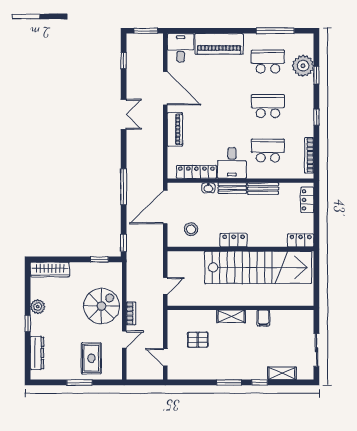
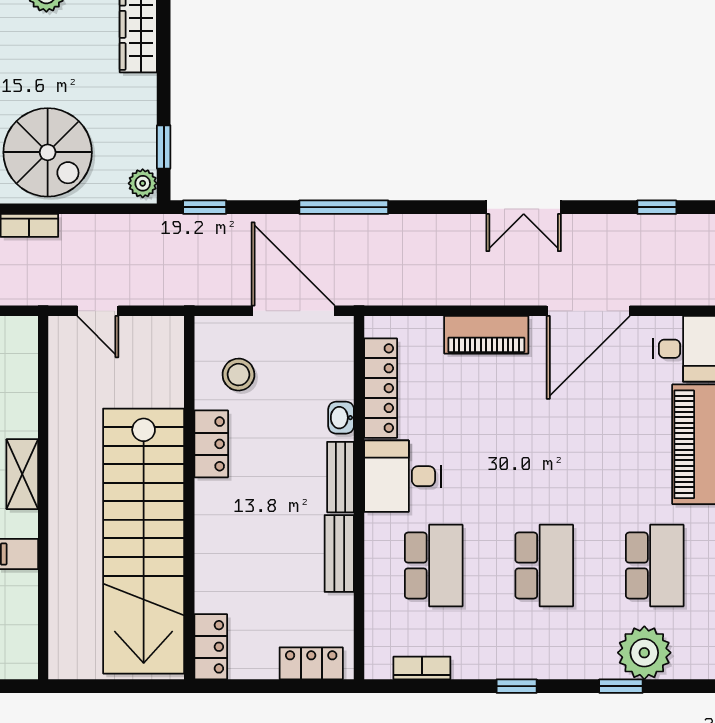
bookcase: (309, 155) -> (422, 668), width x0.64
locker: (234, 240) -> (211, 444), moved
plant: (114, 268) -> (143, 183), added

